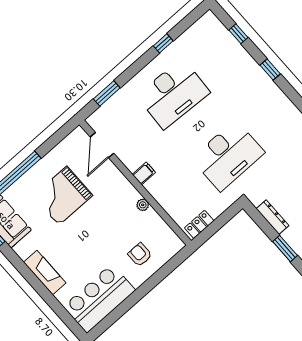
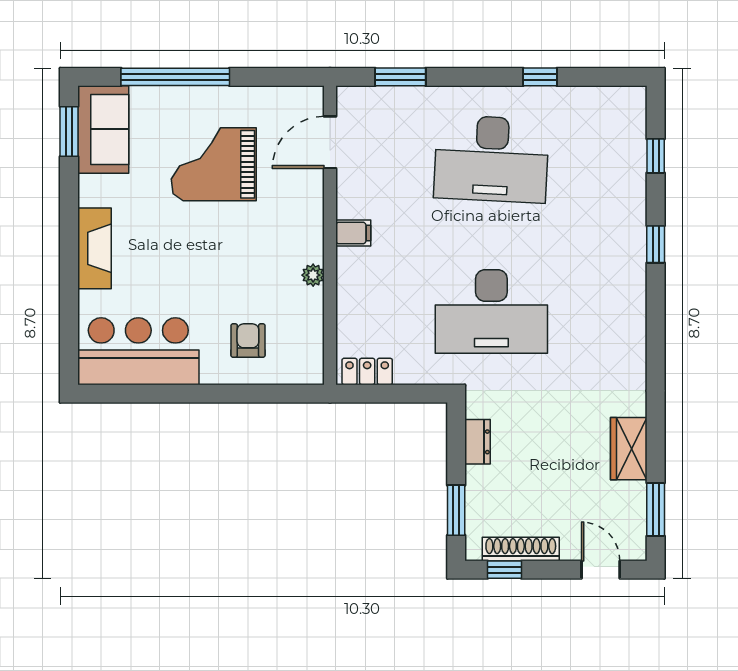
dresser: (273, 217) -> (478, 442), width x0.70

